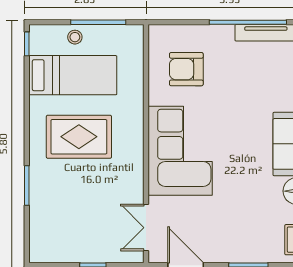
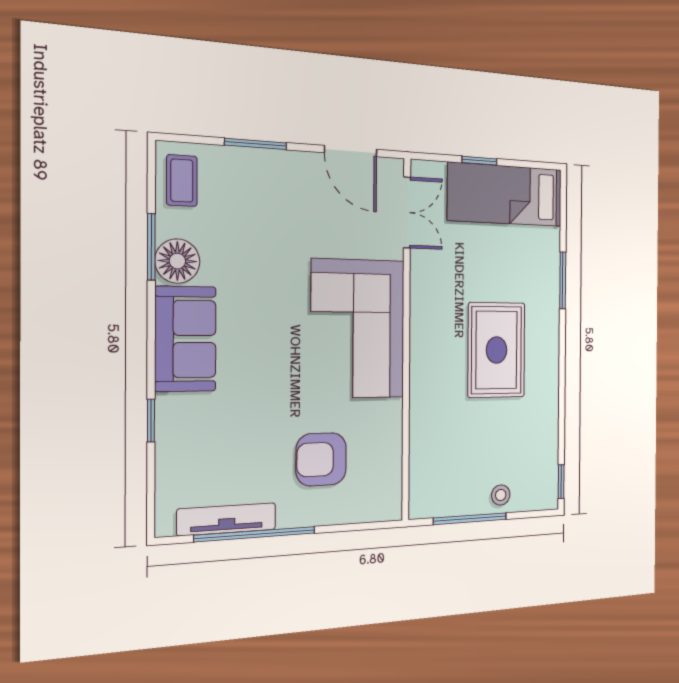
armchair: (186, 69) -> (321, 459), moved, turned 180
bed: (73, 75) -> (505, 195), moved
rug: (79, 137) -> (497, 350), turned 90

